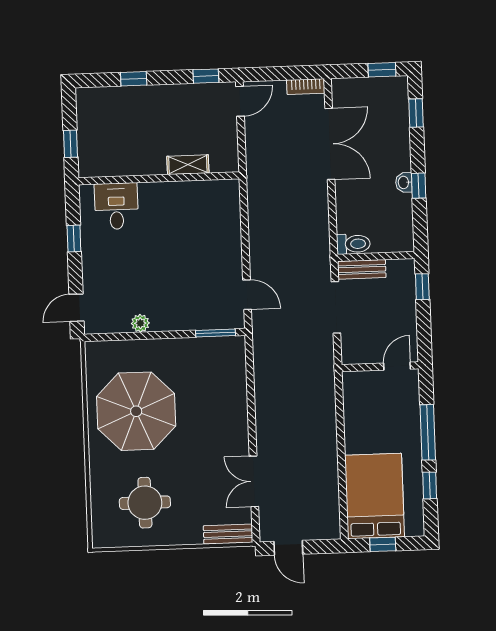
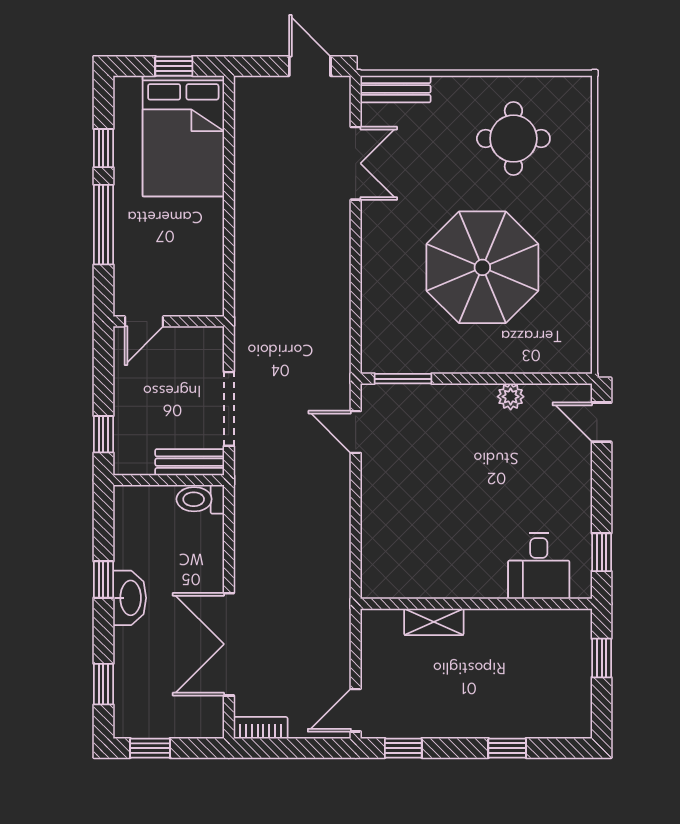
washbasin: (404, 182) -> (130, 598), width x1.91, depth x1.45
window: (74, 238) -> (602, 552), moved
door: (76, 308) -> (602, 422), swing flipped
parasol: (136, 411) -> (482, 267), moved

